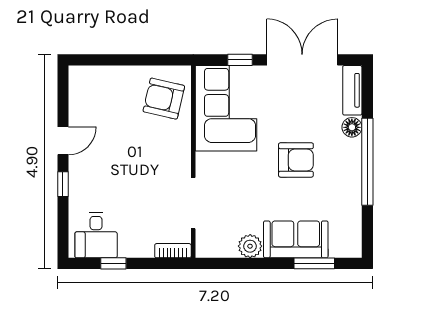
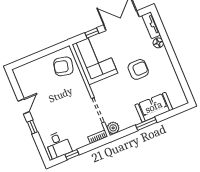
window: (367, 162) -> (172, 56), removed
plant: (250, 246) -> (113, 128), moved
window: (314, 263) -> (146, 124), moved

